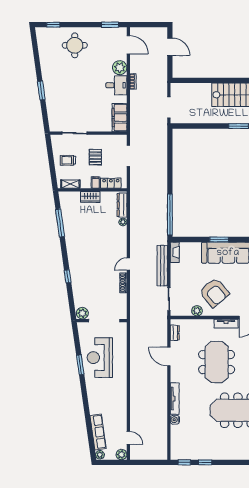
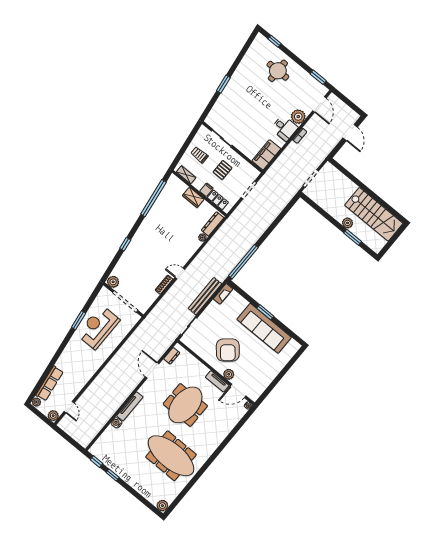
plant: (226, 118) -> (348, 223), added
window: (60, 223) -> (153, 198), width x1.46
plant: (197, 311) -> (229, 374), moved

